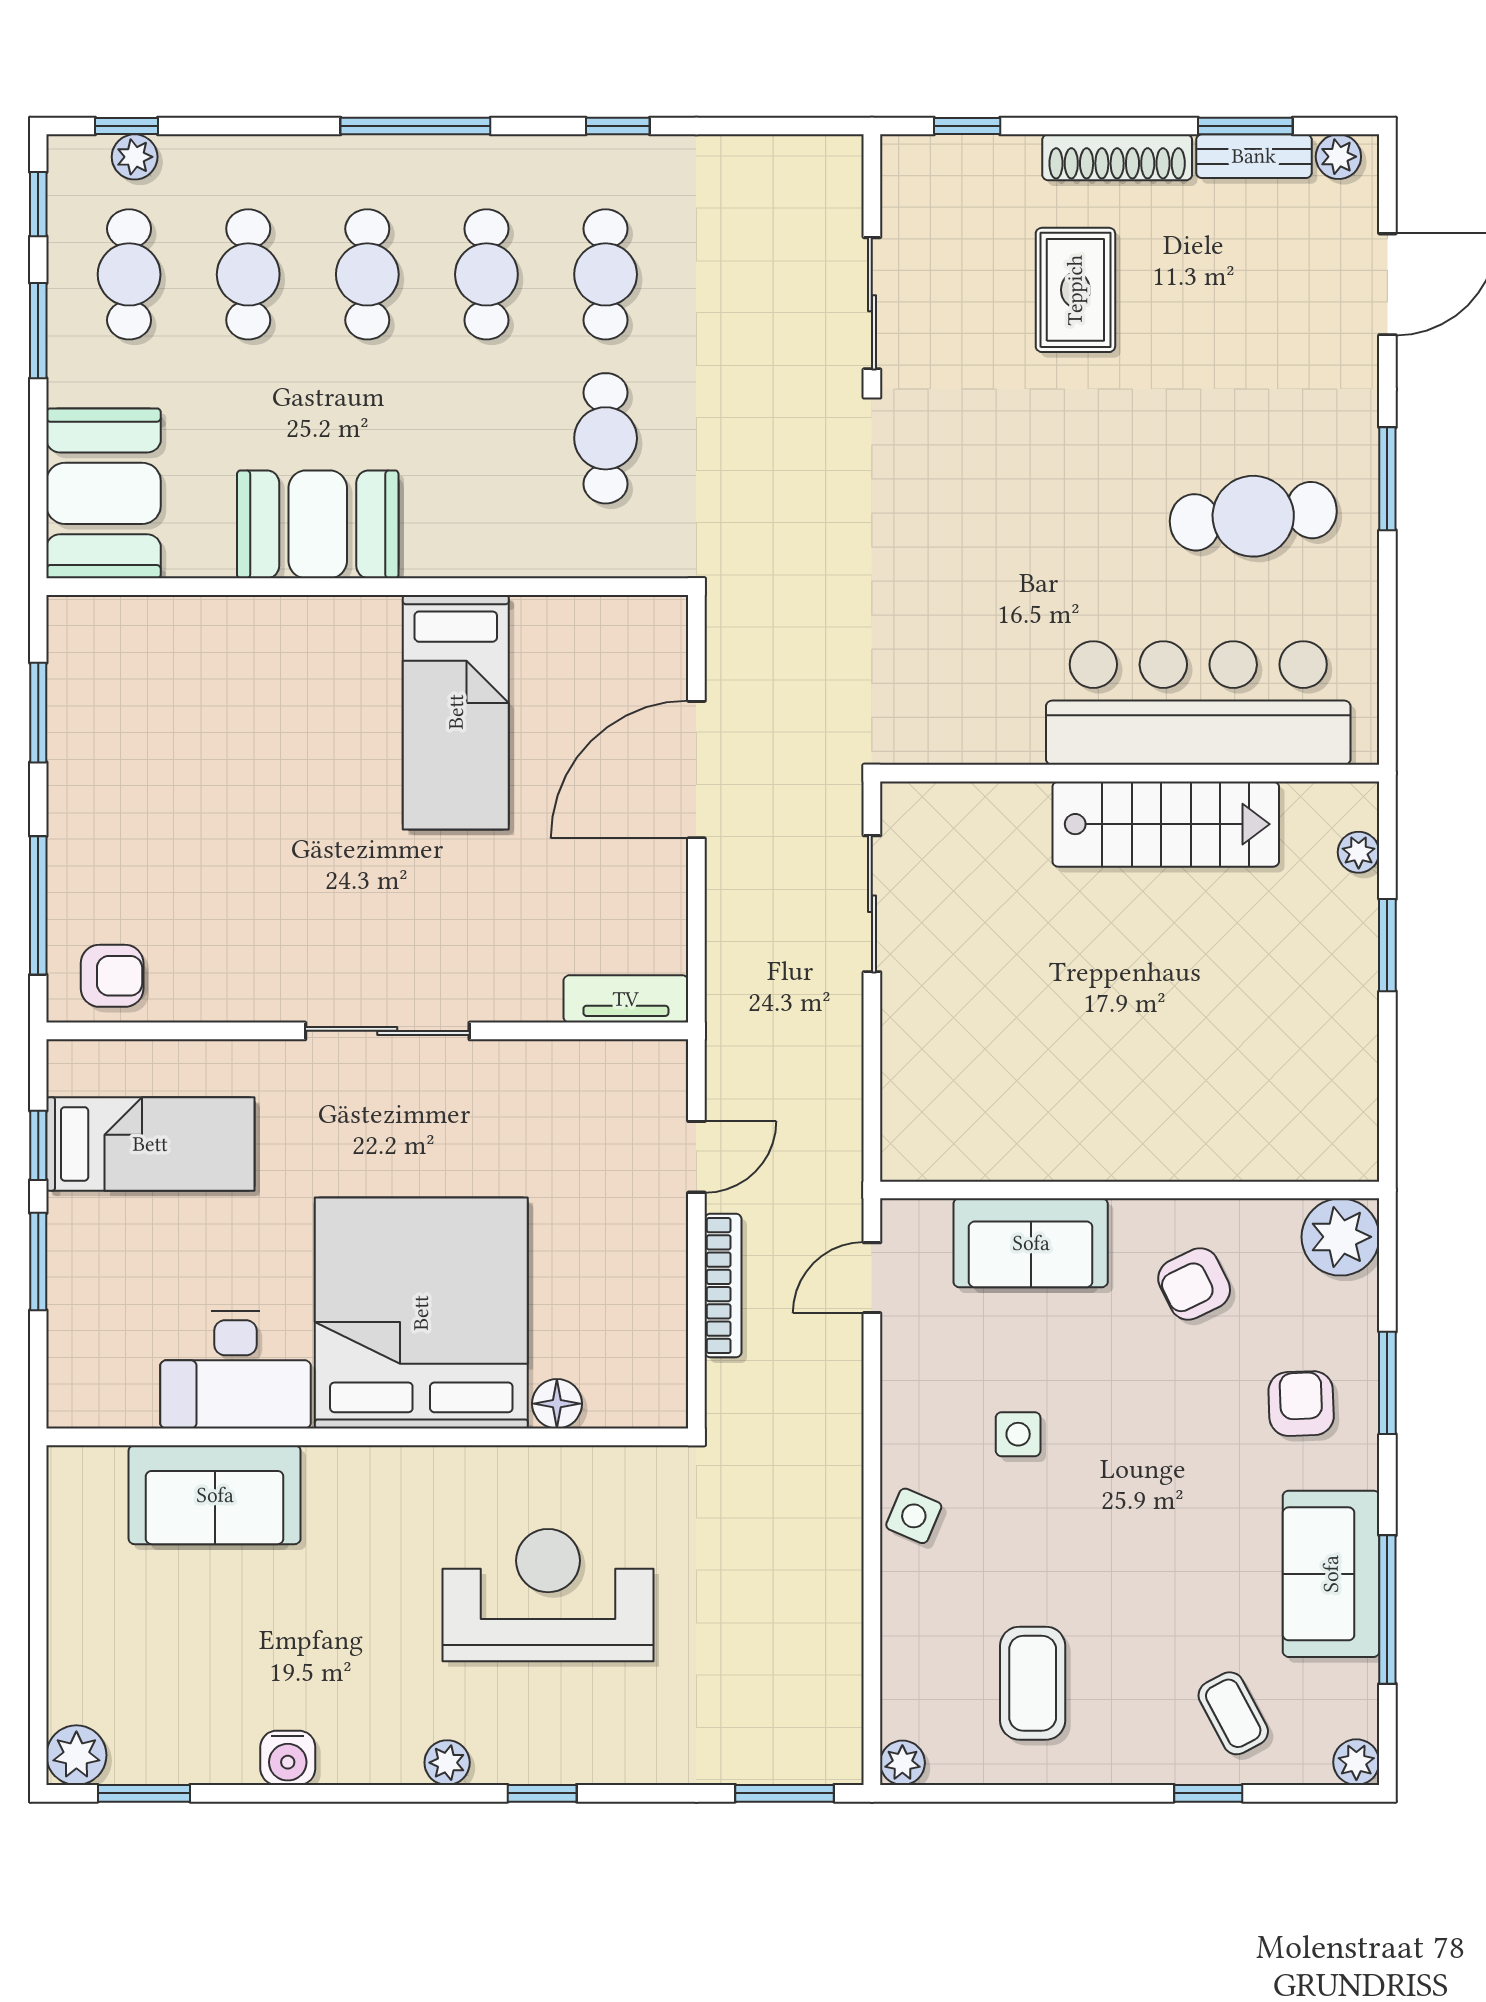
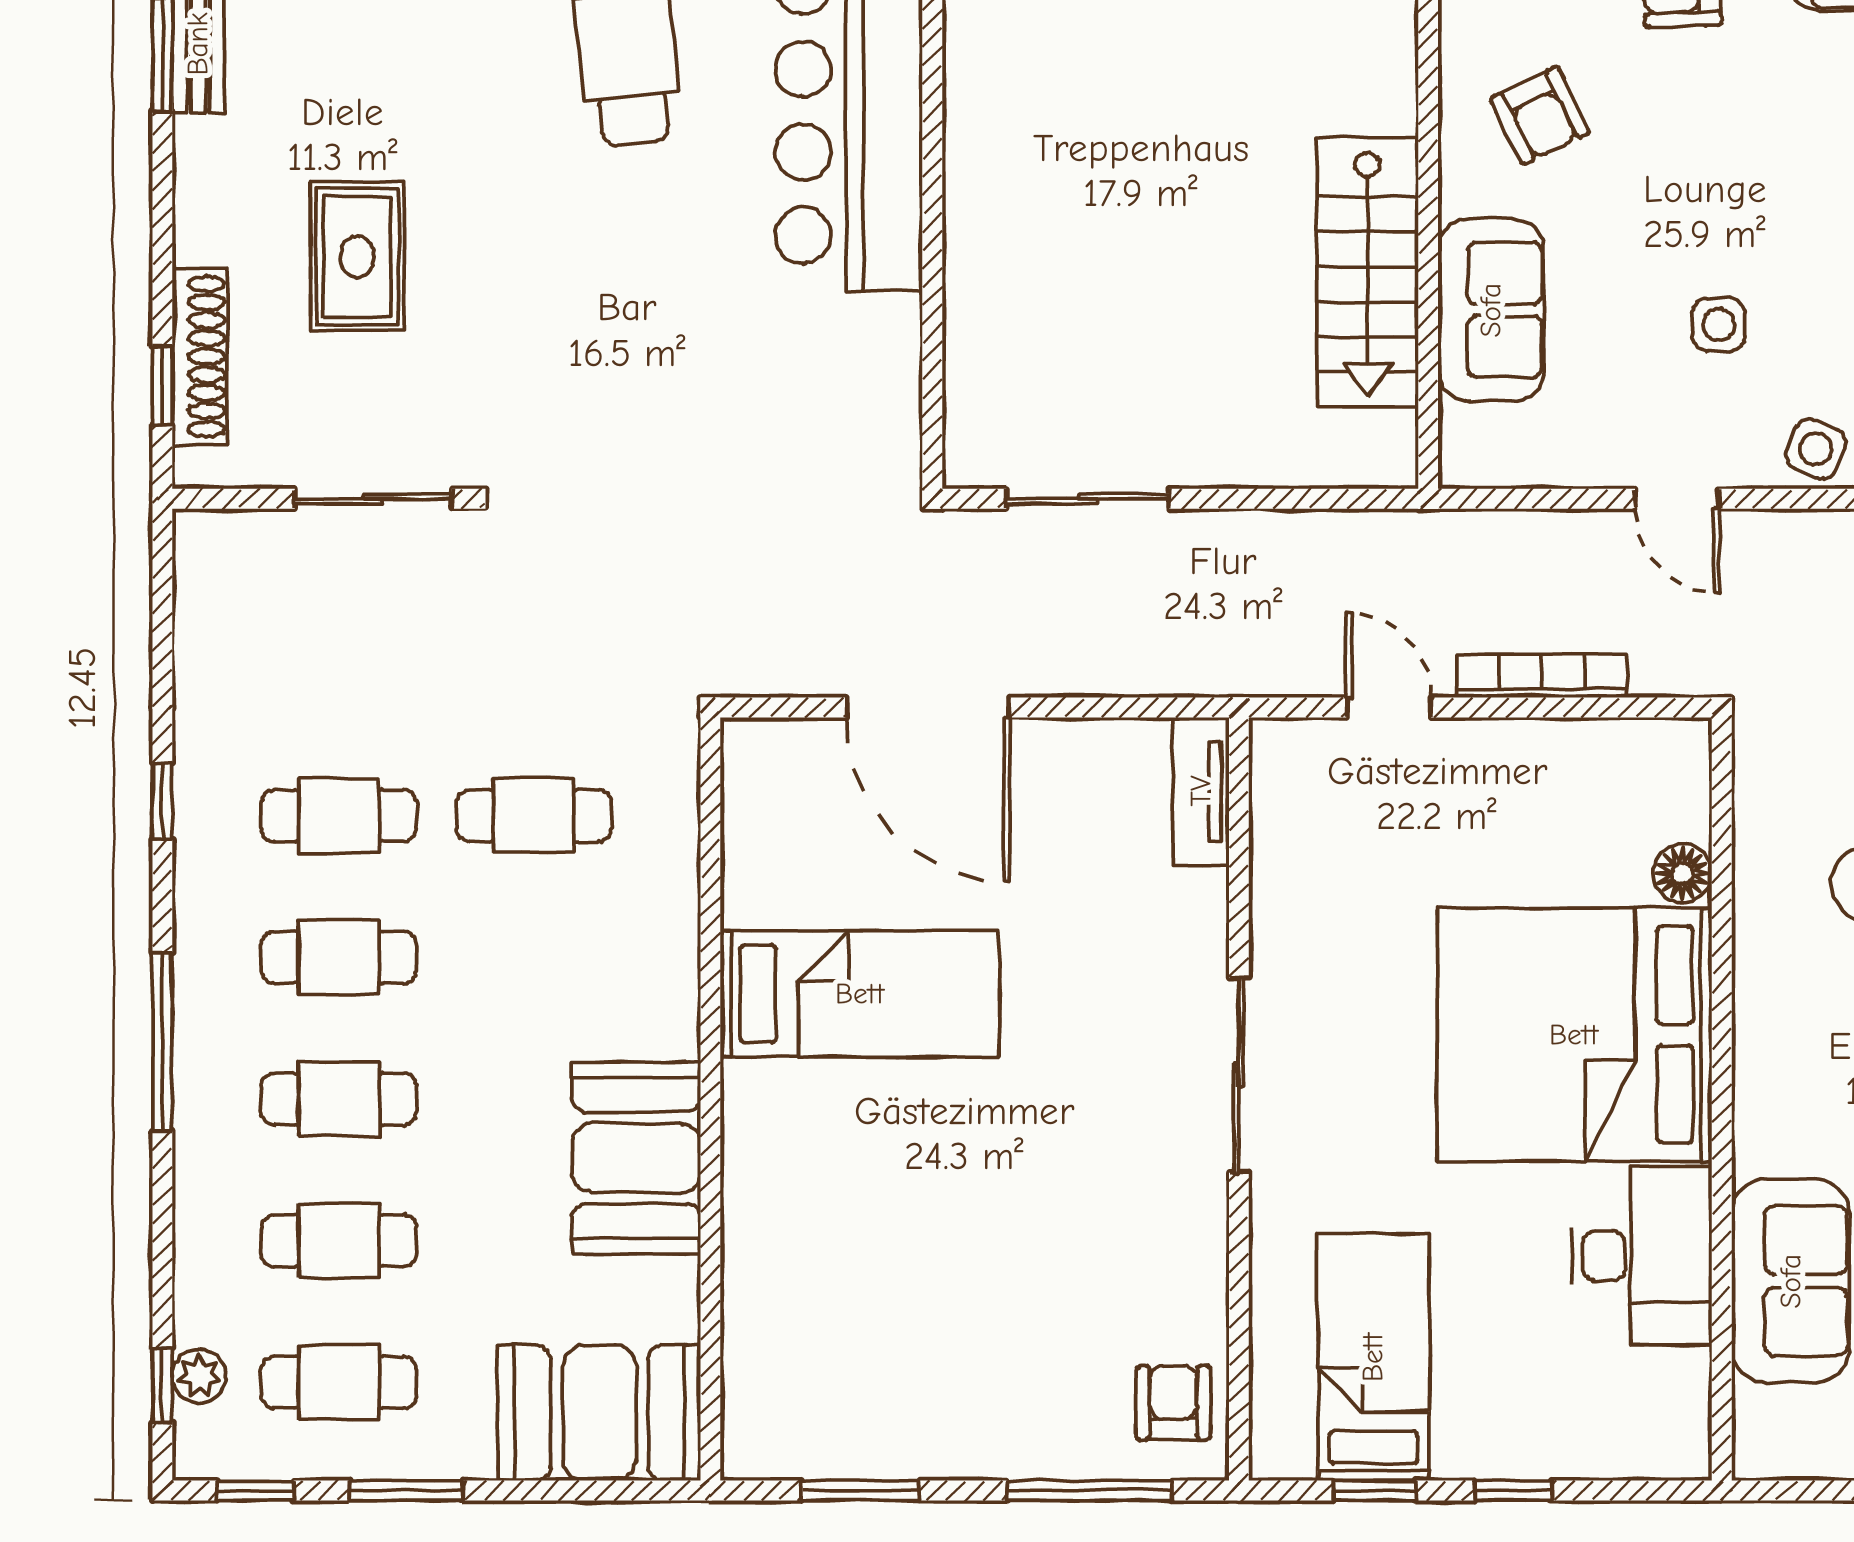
shoe rack: (1117, 157) -> (200, 356), moved
rug: (1075, 290) -> (357, 257), turned 90
stairs: (1166, 824) -> (1368, 272), moved, turned 180
window: (38, 1262) -> (1513, 1491), width x0.67
door: (872, 1278) -> (1677, 499), moved

